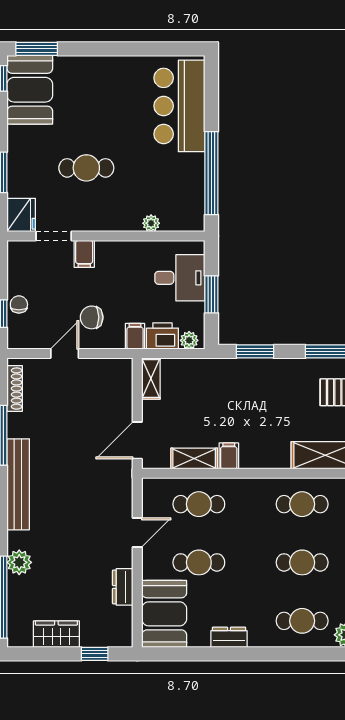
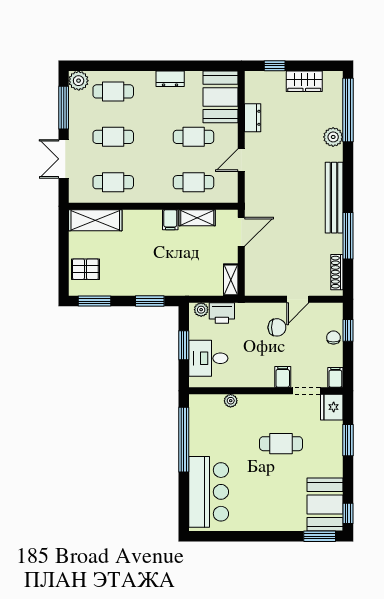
chair: (19, 304) -> (333, 338), turned 180
filing cabinet: (135, 336) -> (335, 377), moved, turned 180

